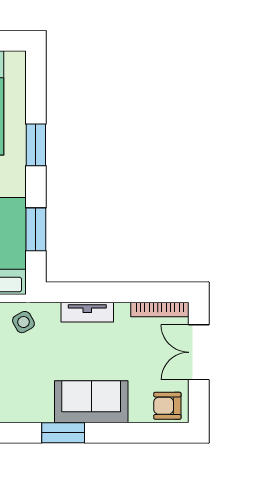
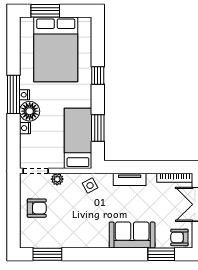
window: (36, 145) -> (98, 75), width x0.67
window: (63, 433) -> (161, 254), moved

